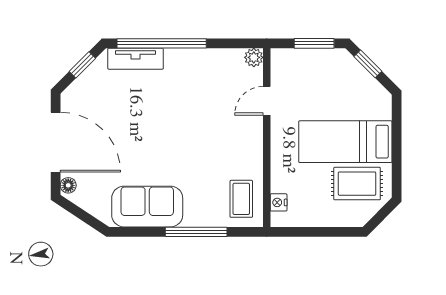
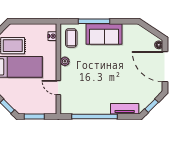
window: (162, 43) -> (94, 117), moved
plant: (254, 57) -> (65, 61), moved
door: (267, 101) -> (58, 88), swing flipped
sofa: (147, 207) -> (104, 34), moved

